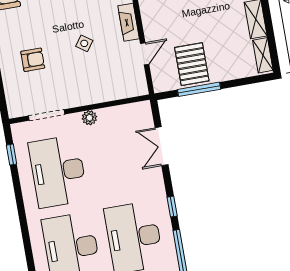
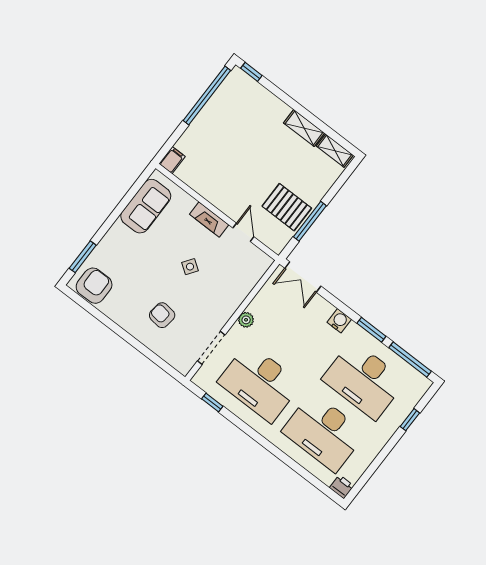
armchair: (33, 60) -> (162, 315), turned -83
double door: (162, 146) -> (303, 277), moved
water cooler: (155, 179) -> (339, 321), added
window: (172, 207) -> (371, 330), width x1.50

